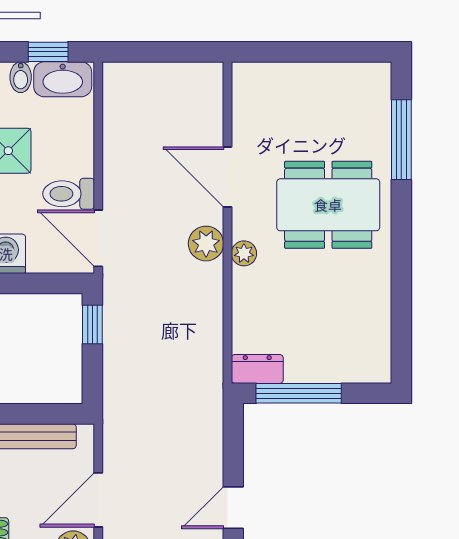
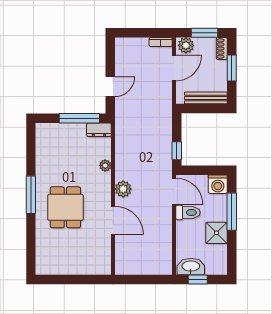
bidet: (21, 77) -> (211, 268), removed
window: (401, 140) -> (31, 195), moved
dining table: (328, 205) -> (65, 207), width x0.73
plant: (244, 253) -> (105, 165), moved
door: (233, 508) -> (110, 87), moved

